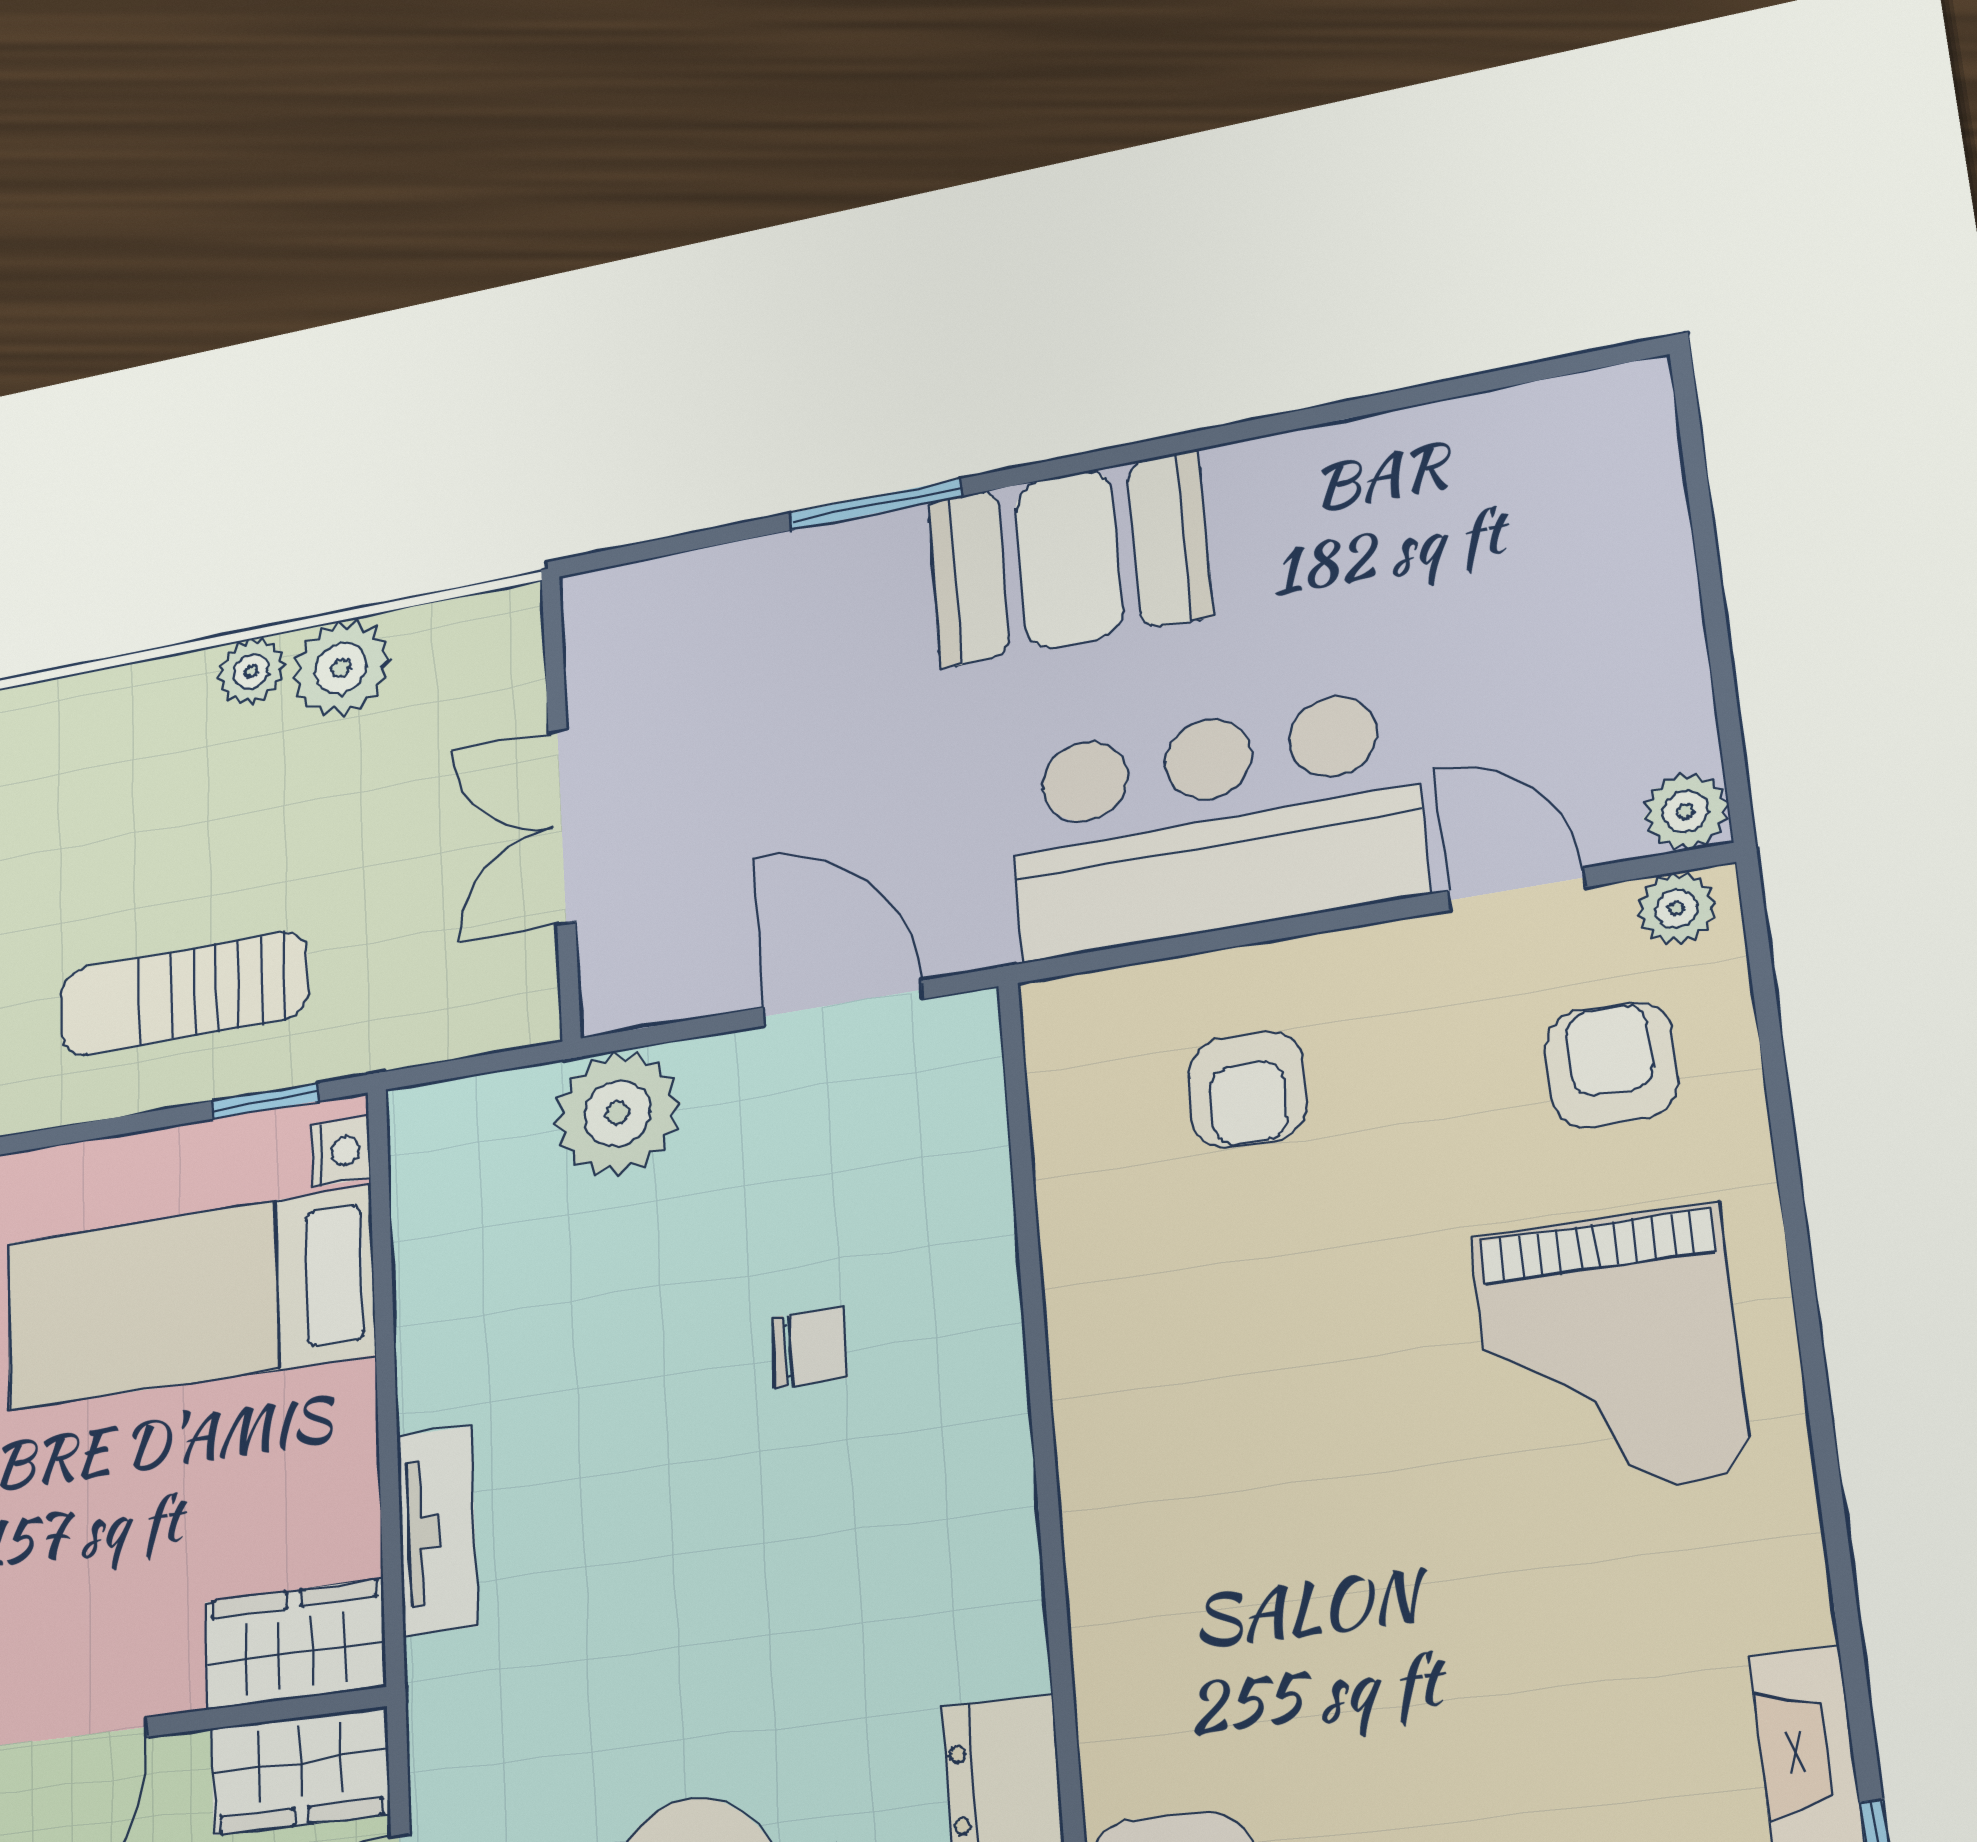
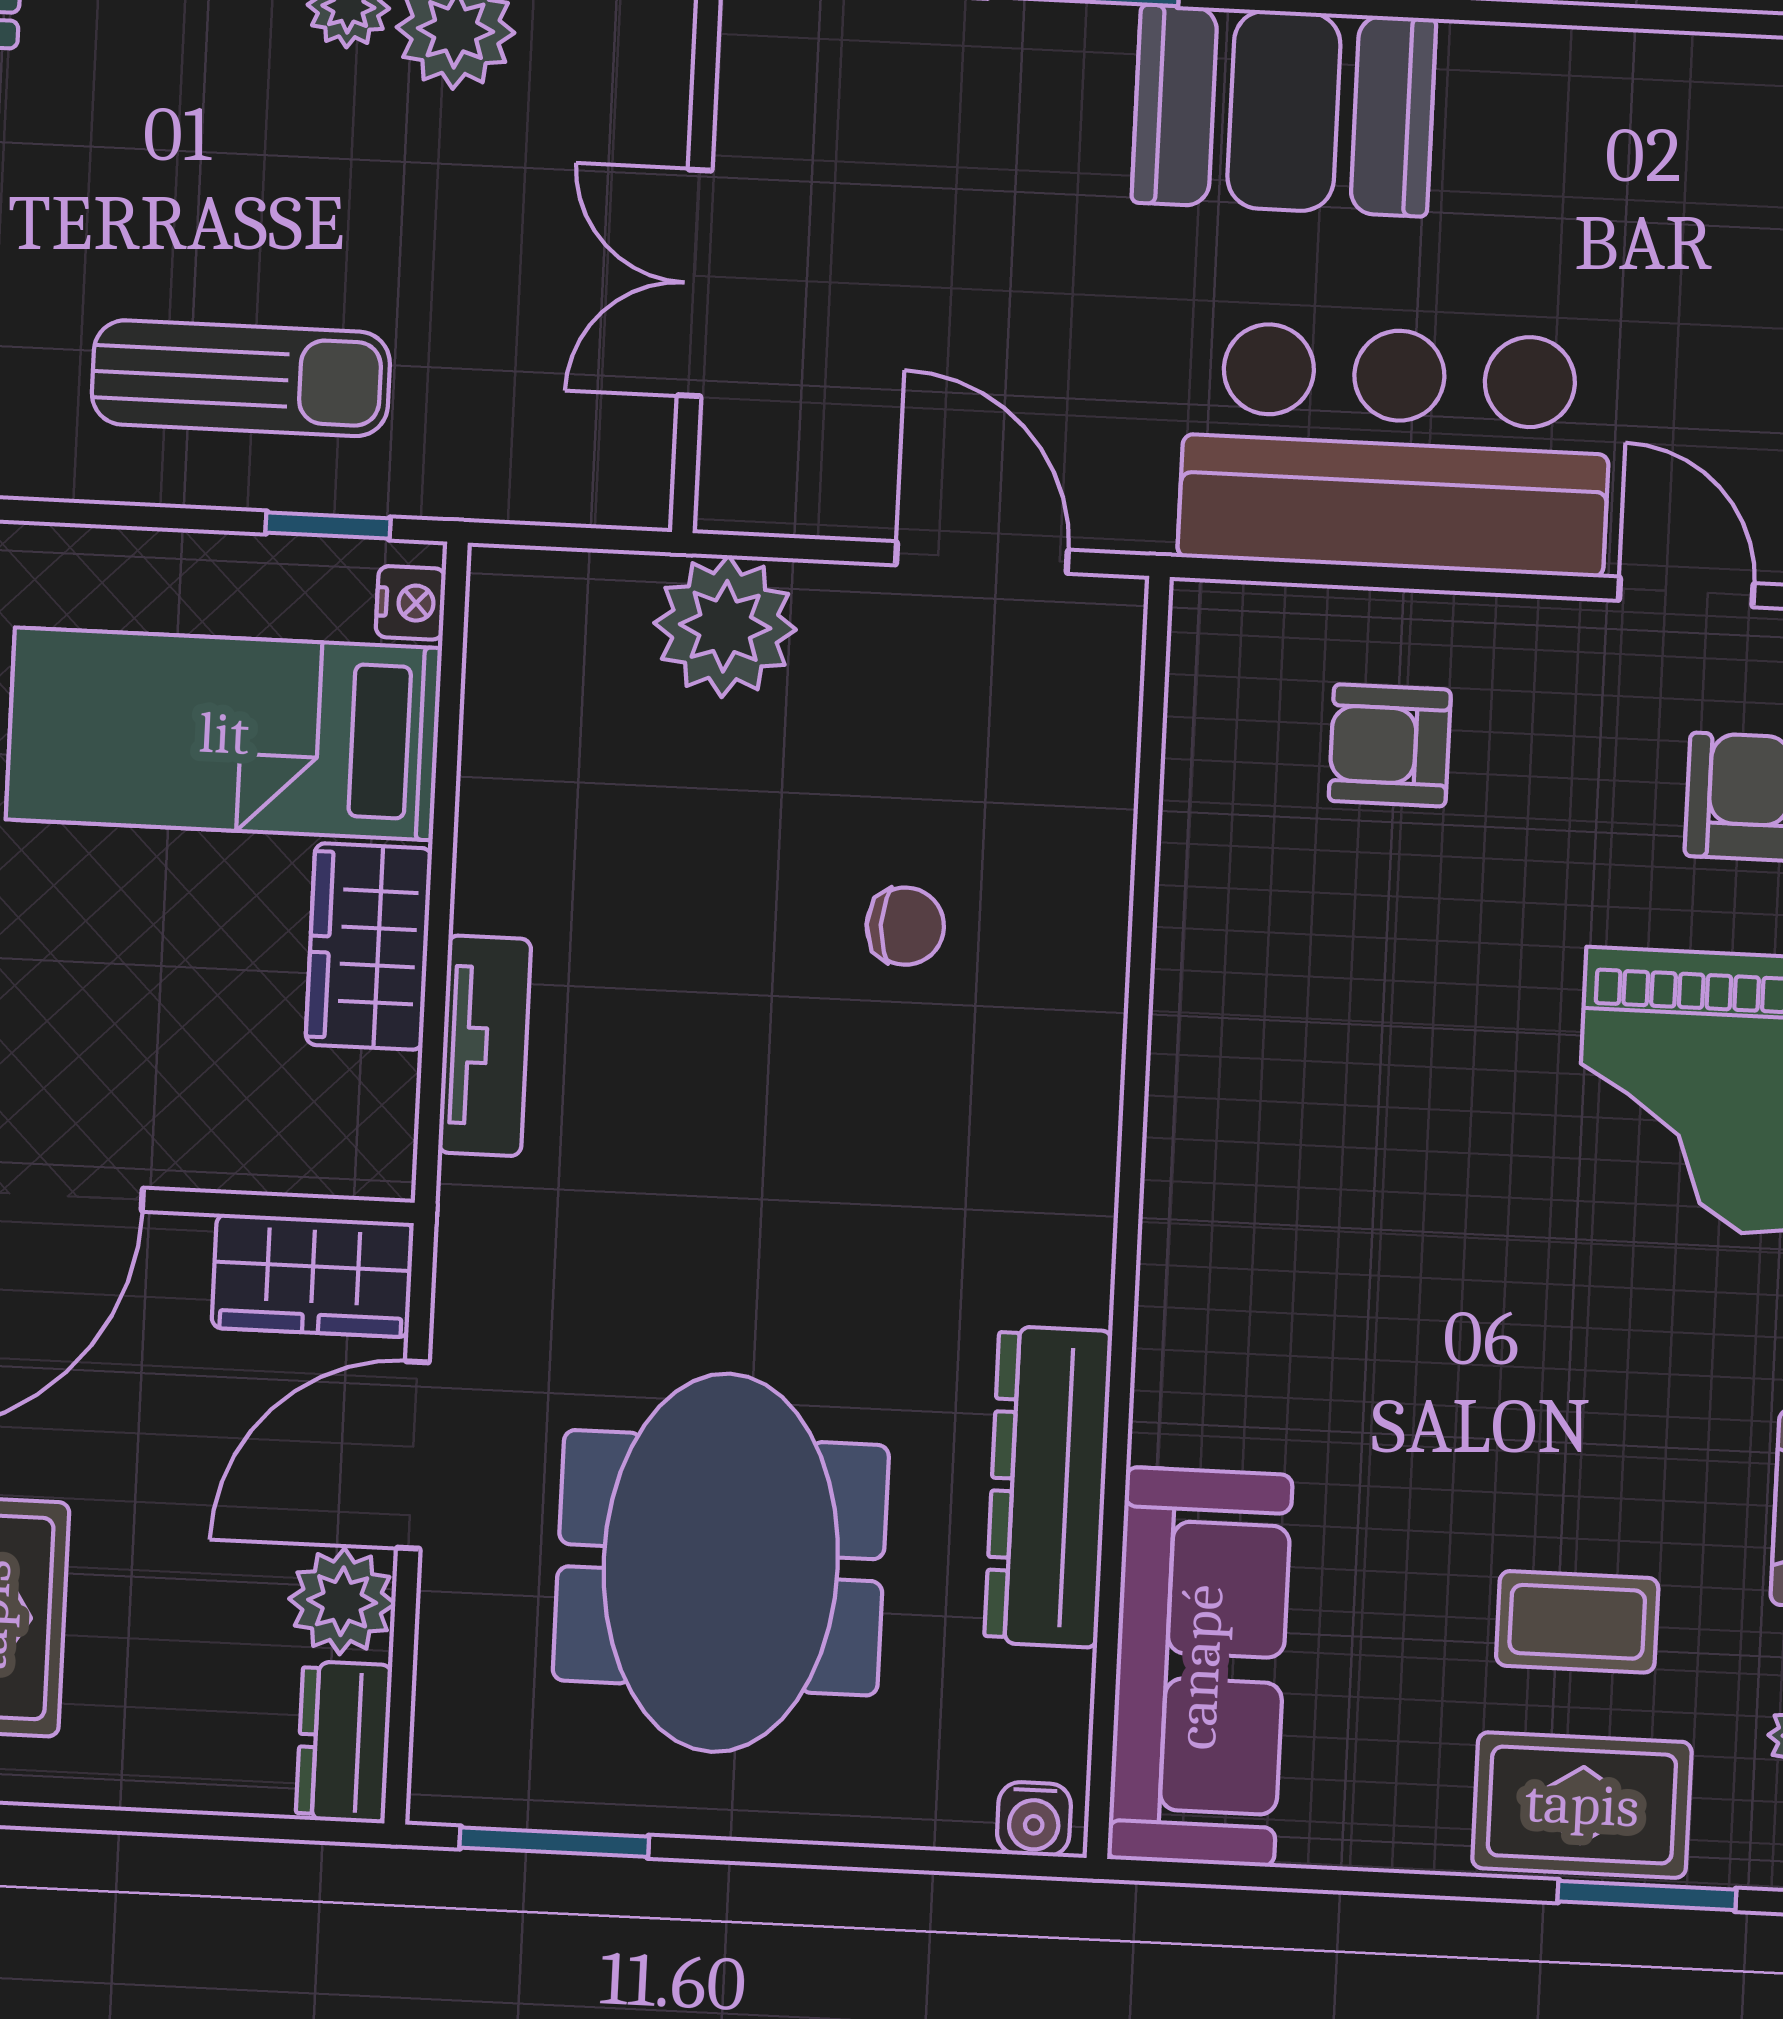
sun lounger: (184, 994) -> (241, 378), turned 180
armchair: (1248, 1090) -> (1390, 745), turned 90
wardrobe: (295, 1644) -> (369, 947), moved, turned -90

